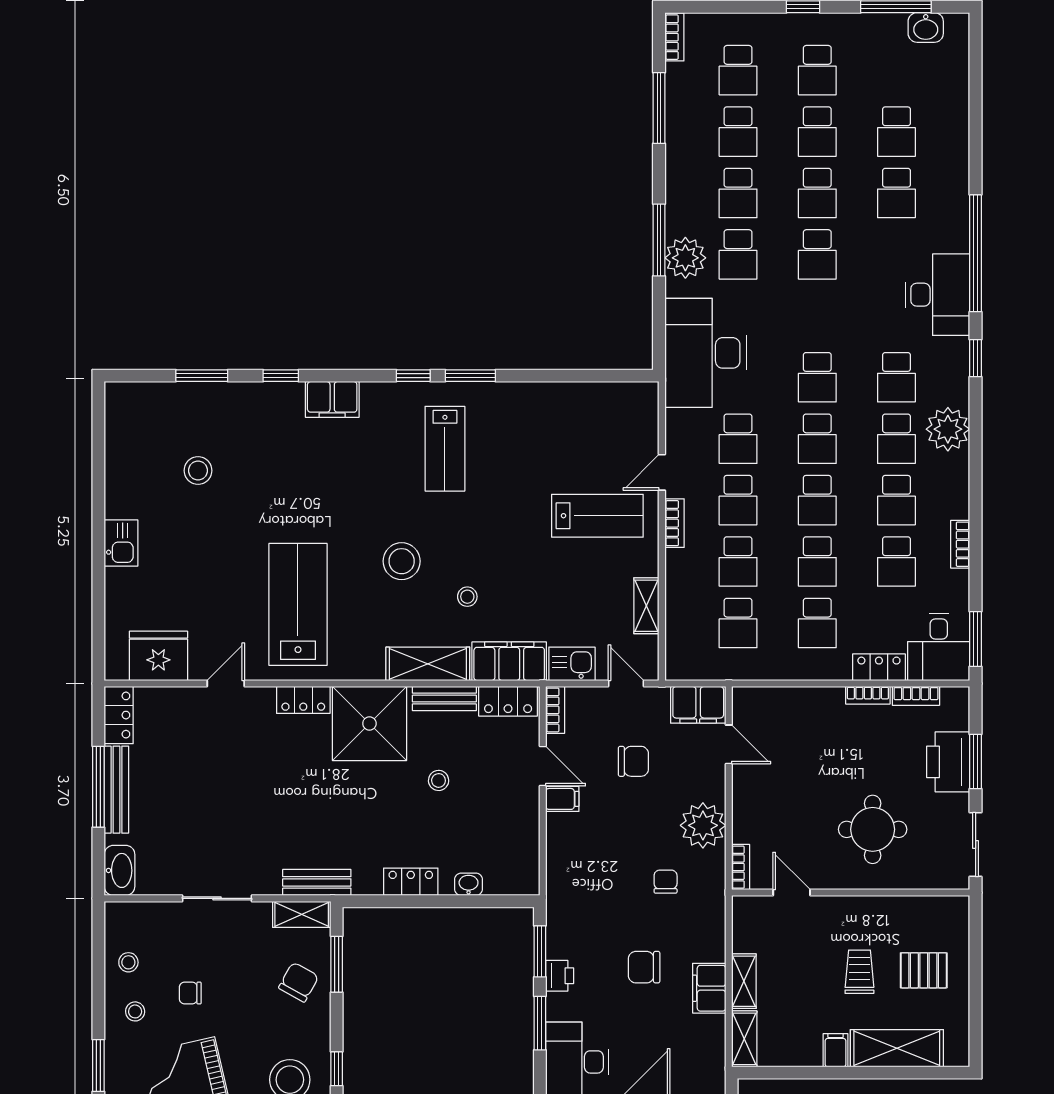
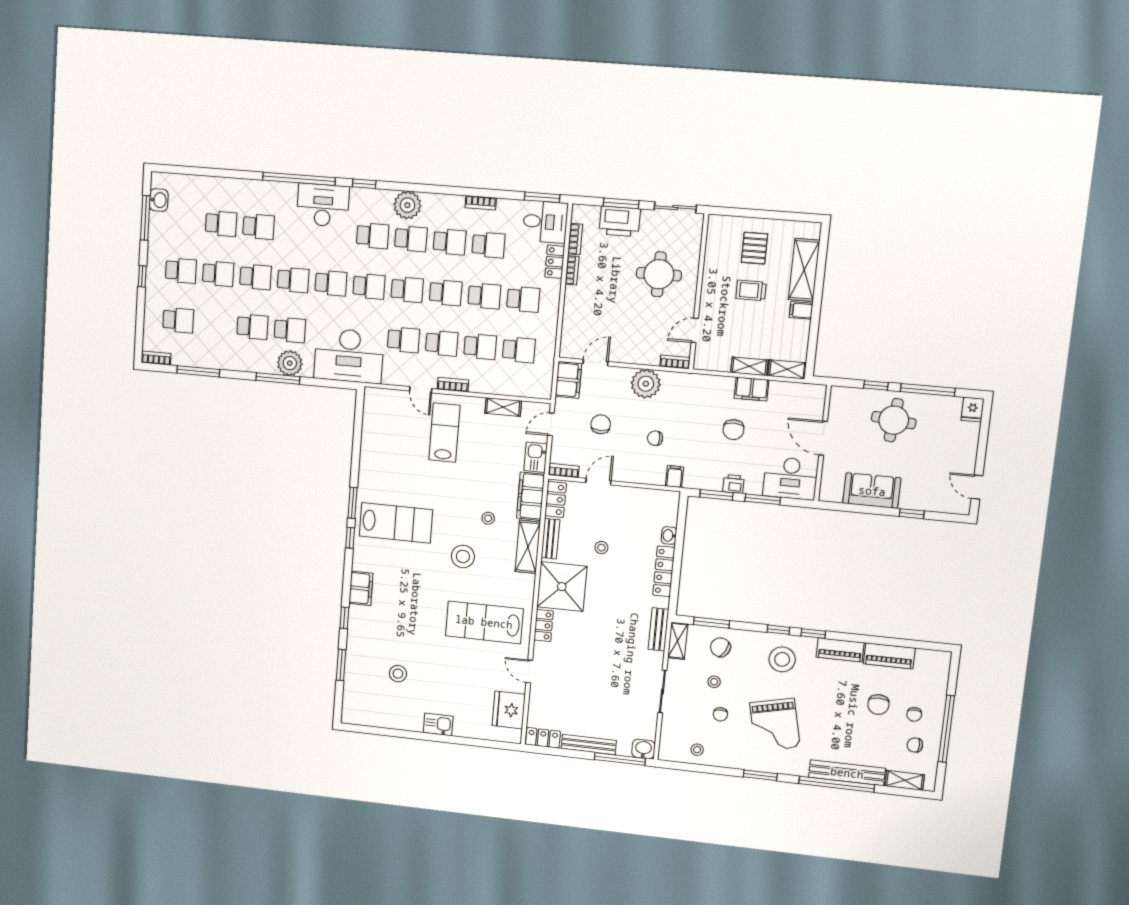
school desk: (738, 132) -> (331, 283), moved
lab bench: (445, 449) -> (396, 523), width x1.36, depth x1.39
window: (98, 787) -> (620, 759), moved
filing cabinet: (562, 799) -> (674, 477), moved
washbasin: (120, 870) -> (643, 749), width x0.72
locker: (411, 882) -> (664, 571), width x1.53
chair: (666, 882) -> (655, 438), moved
stool: (135, 1011) -> (714, 682), moved

